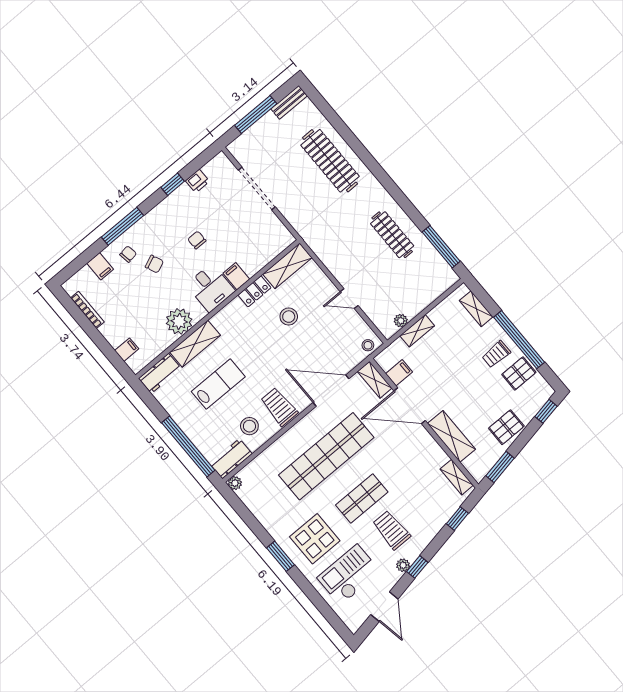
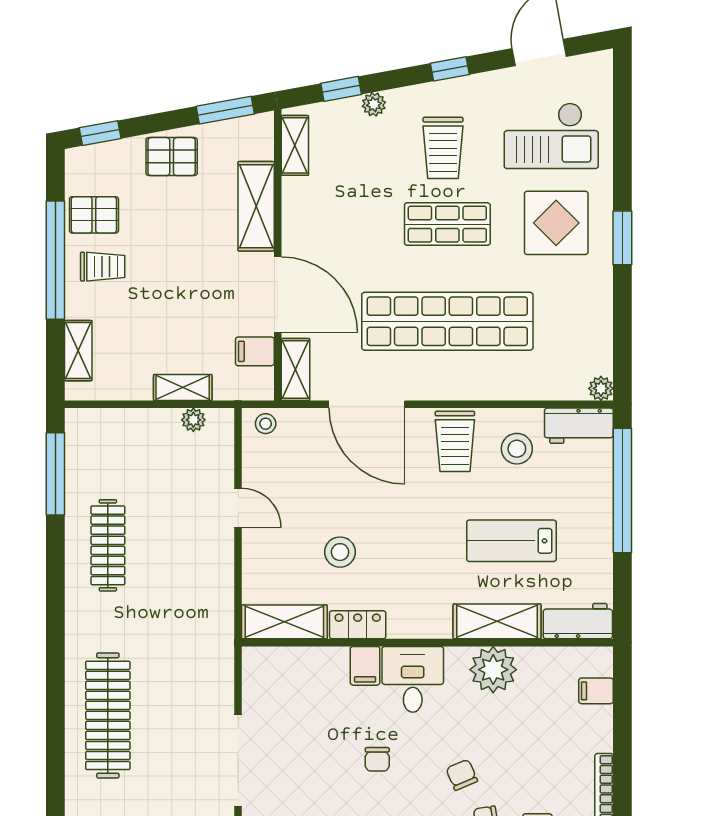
plant: (403, 565) -> (374, 104), moved

